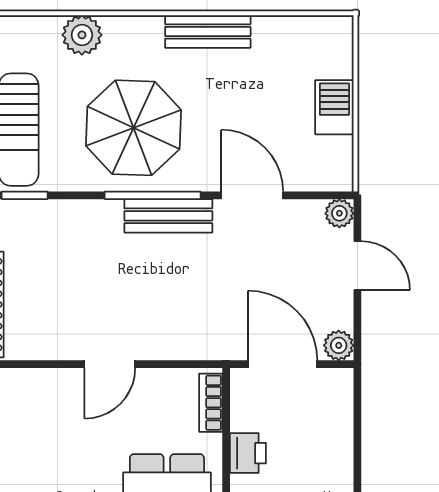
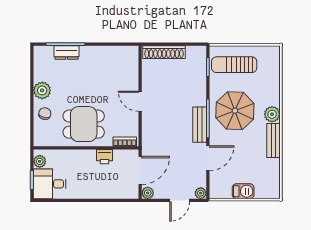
plant: (82, 35) -> (272, 114), moved

